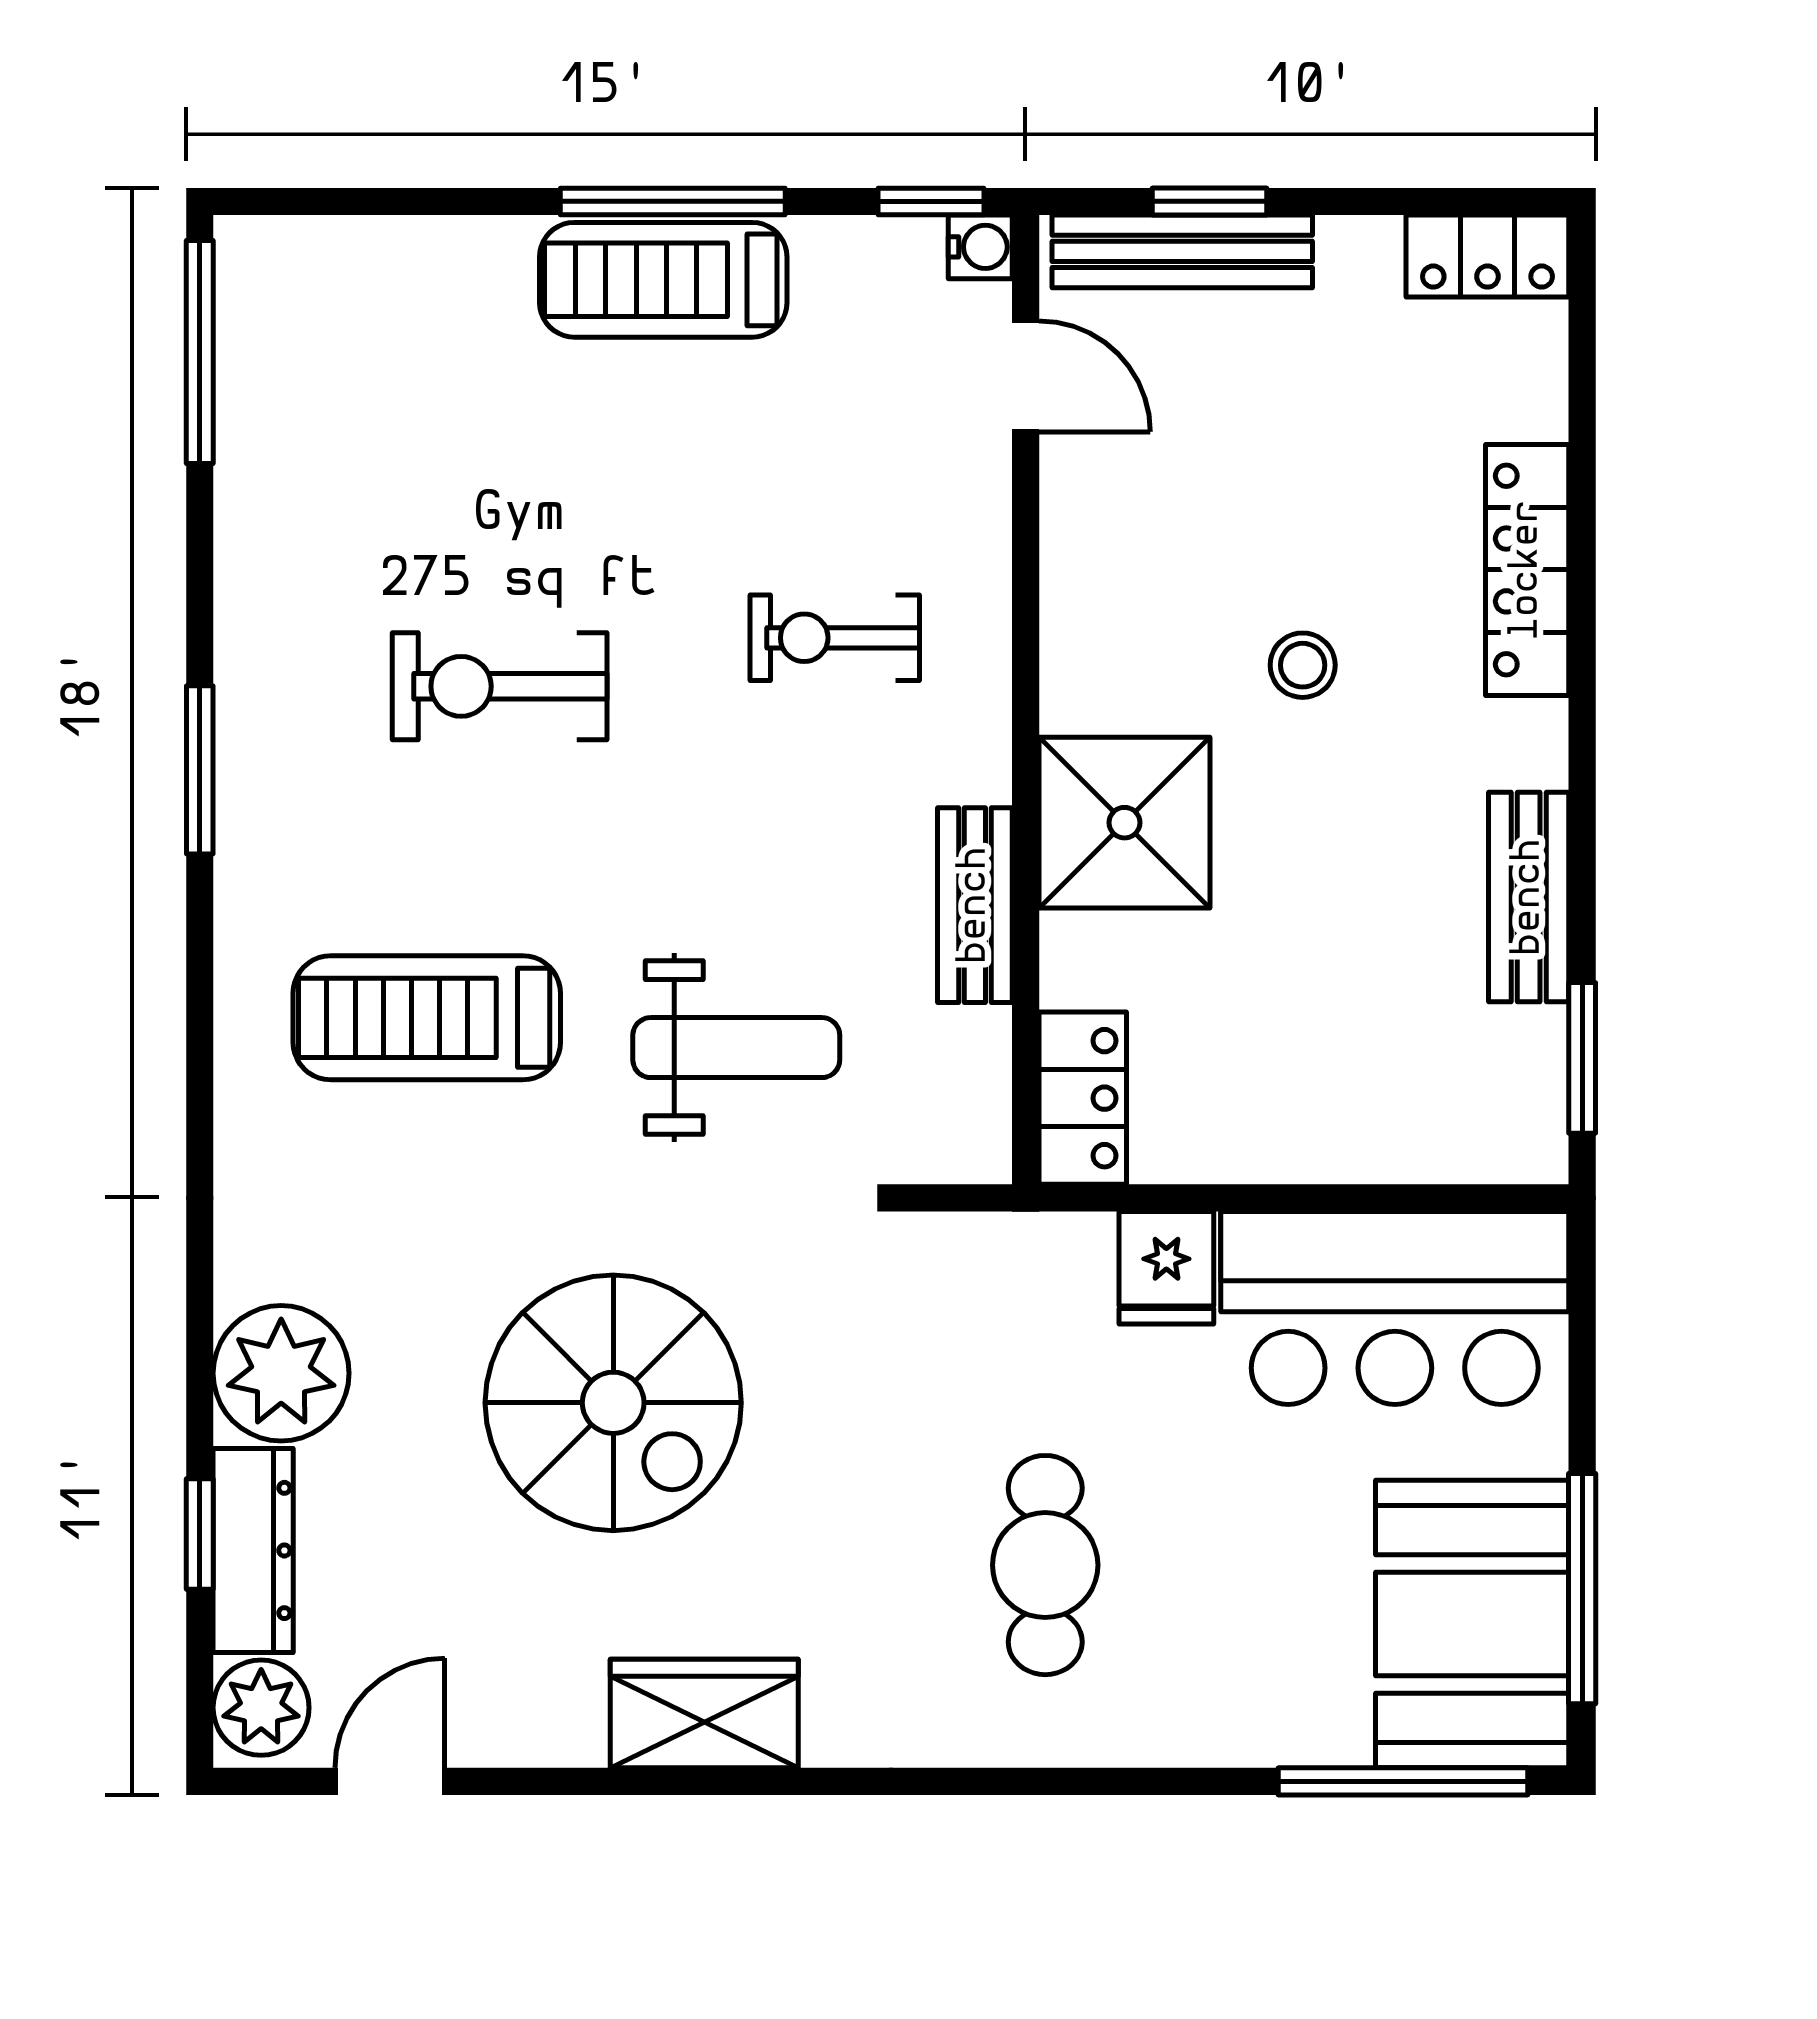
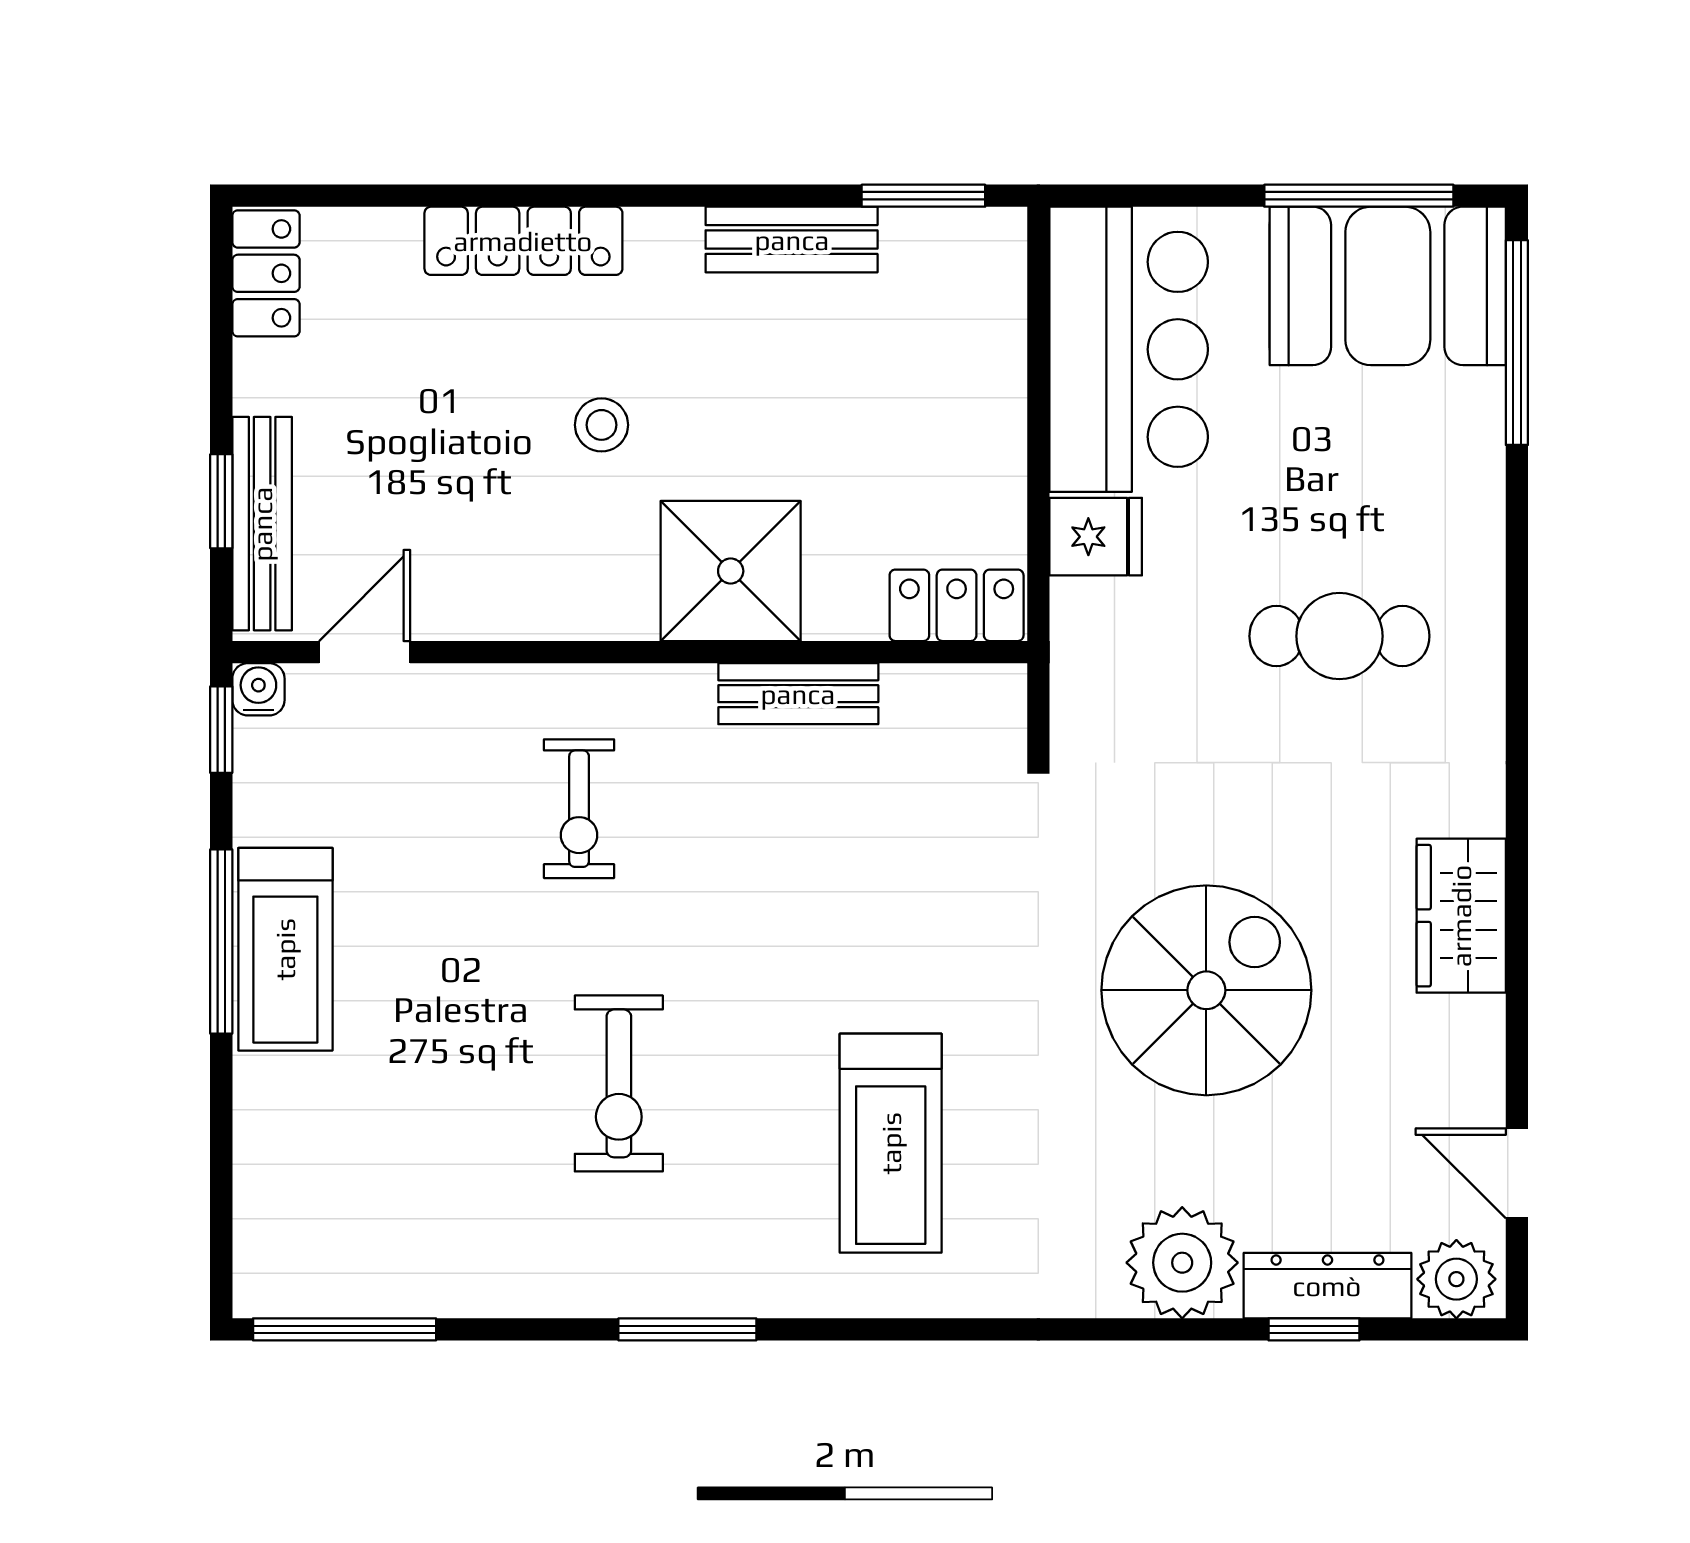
weight bench: (736, 1048) -> (915, 889), removed

